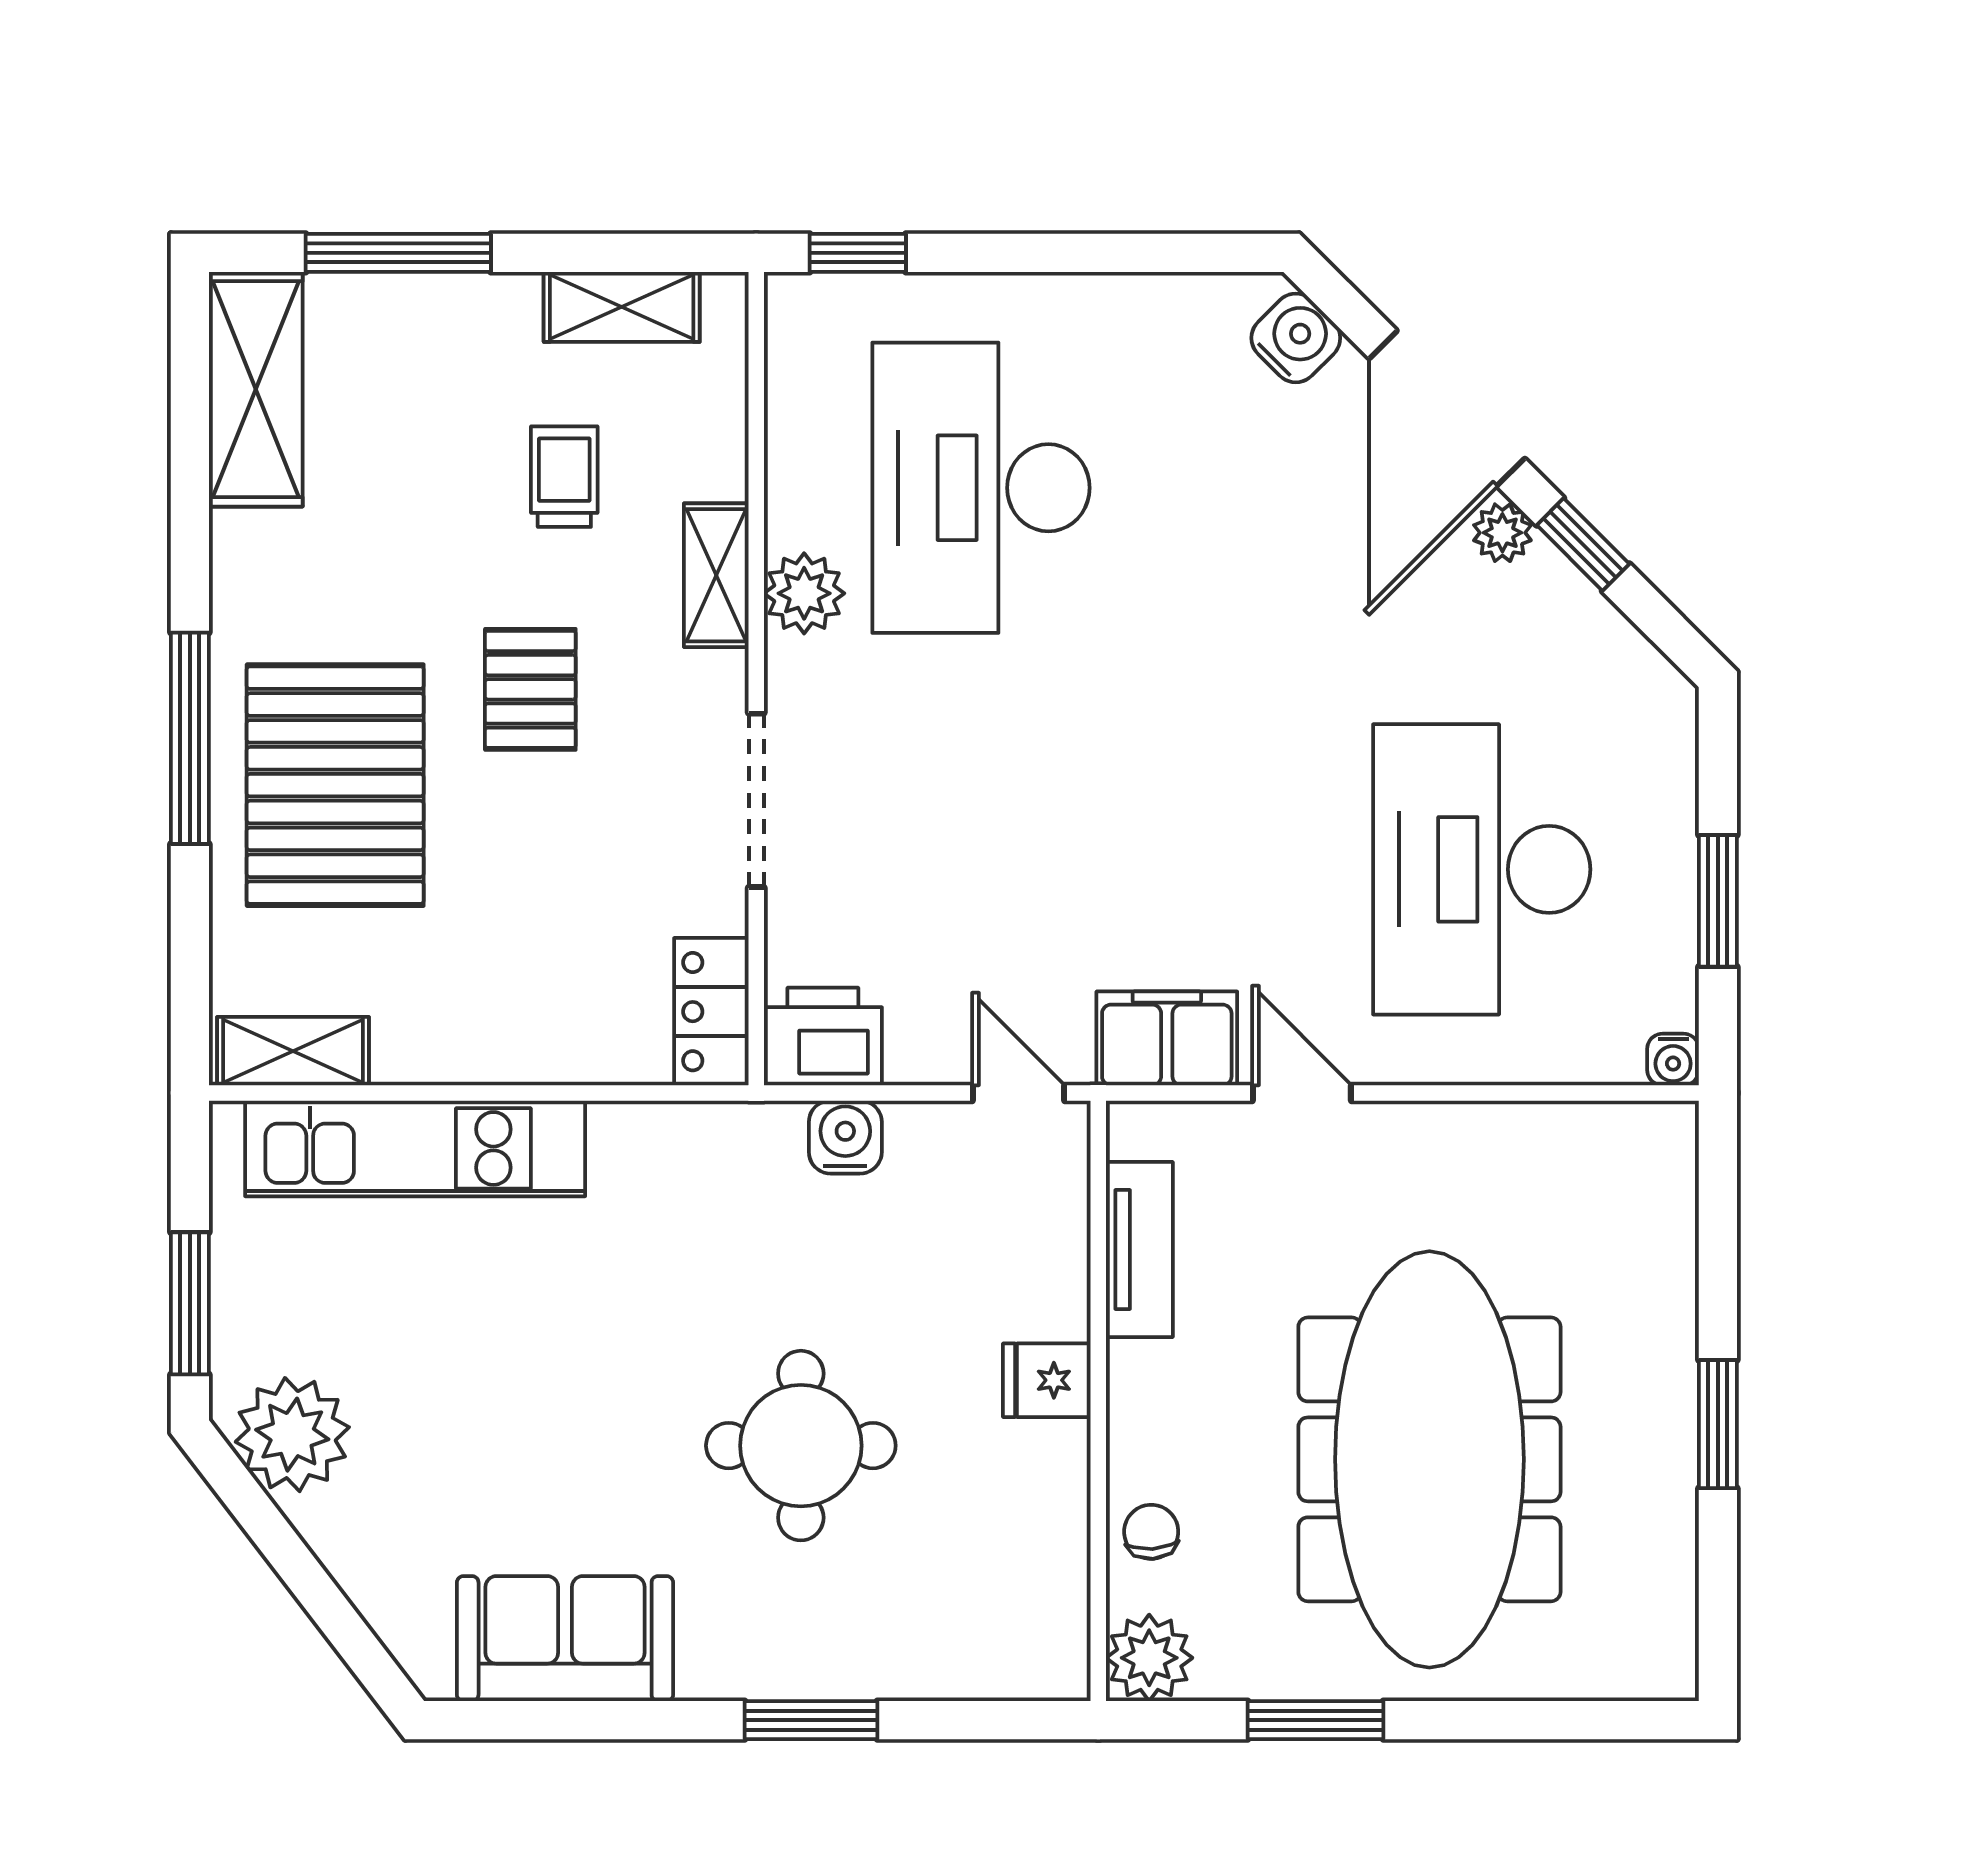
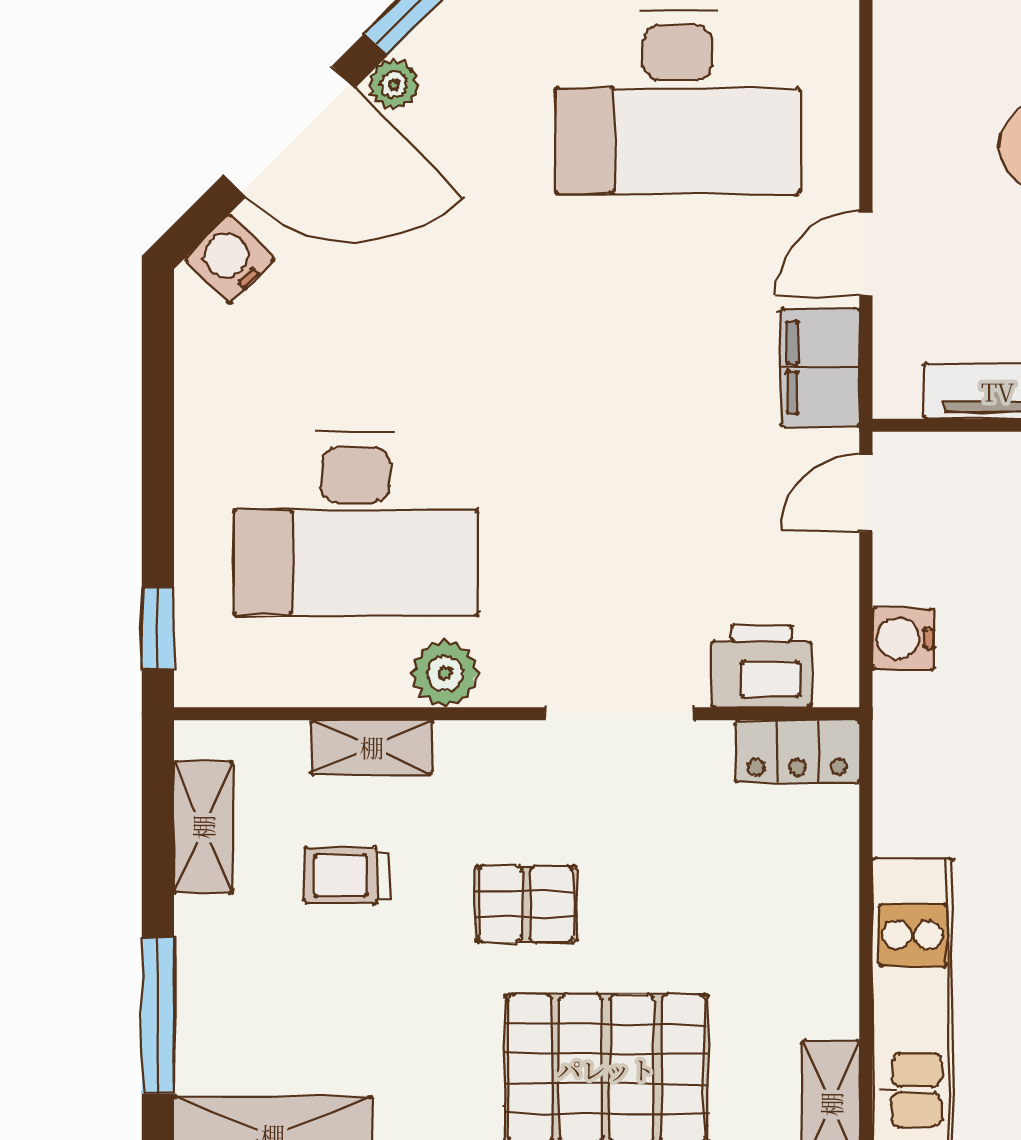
shelving: (716, 575) -> (372, 747), moved
printer: (823, 1036) -> (761, 666), moved, turned 90

